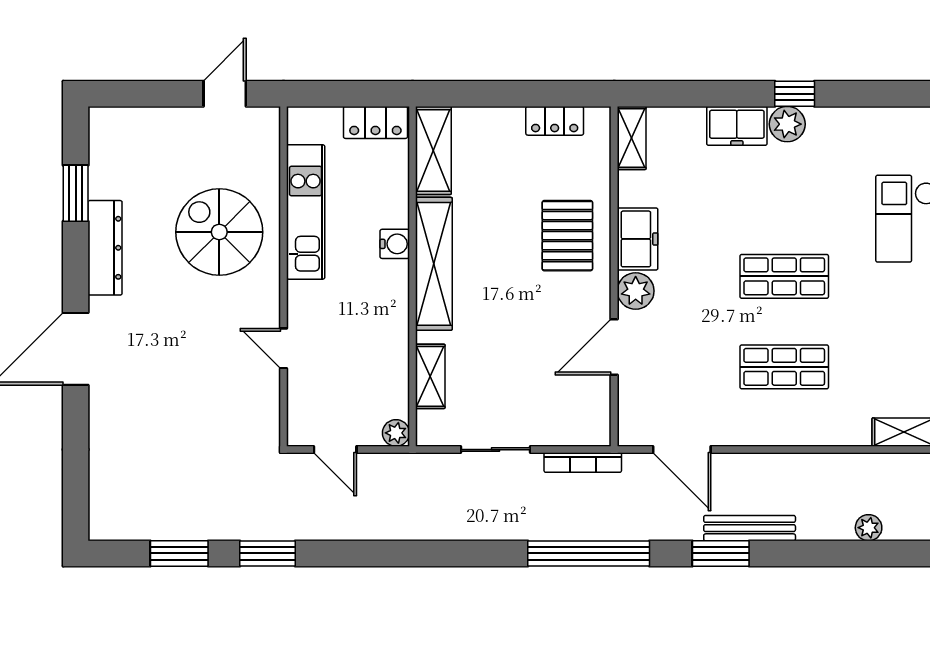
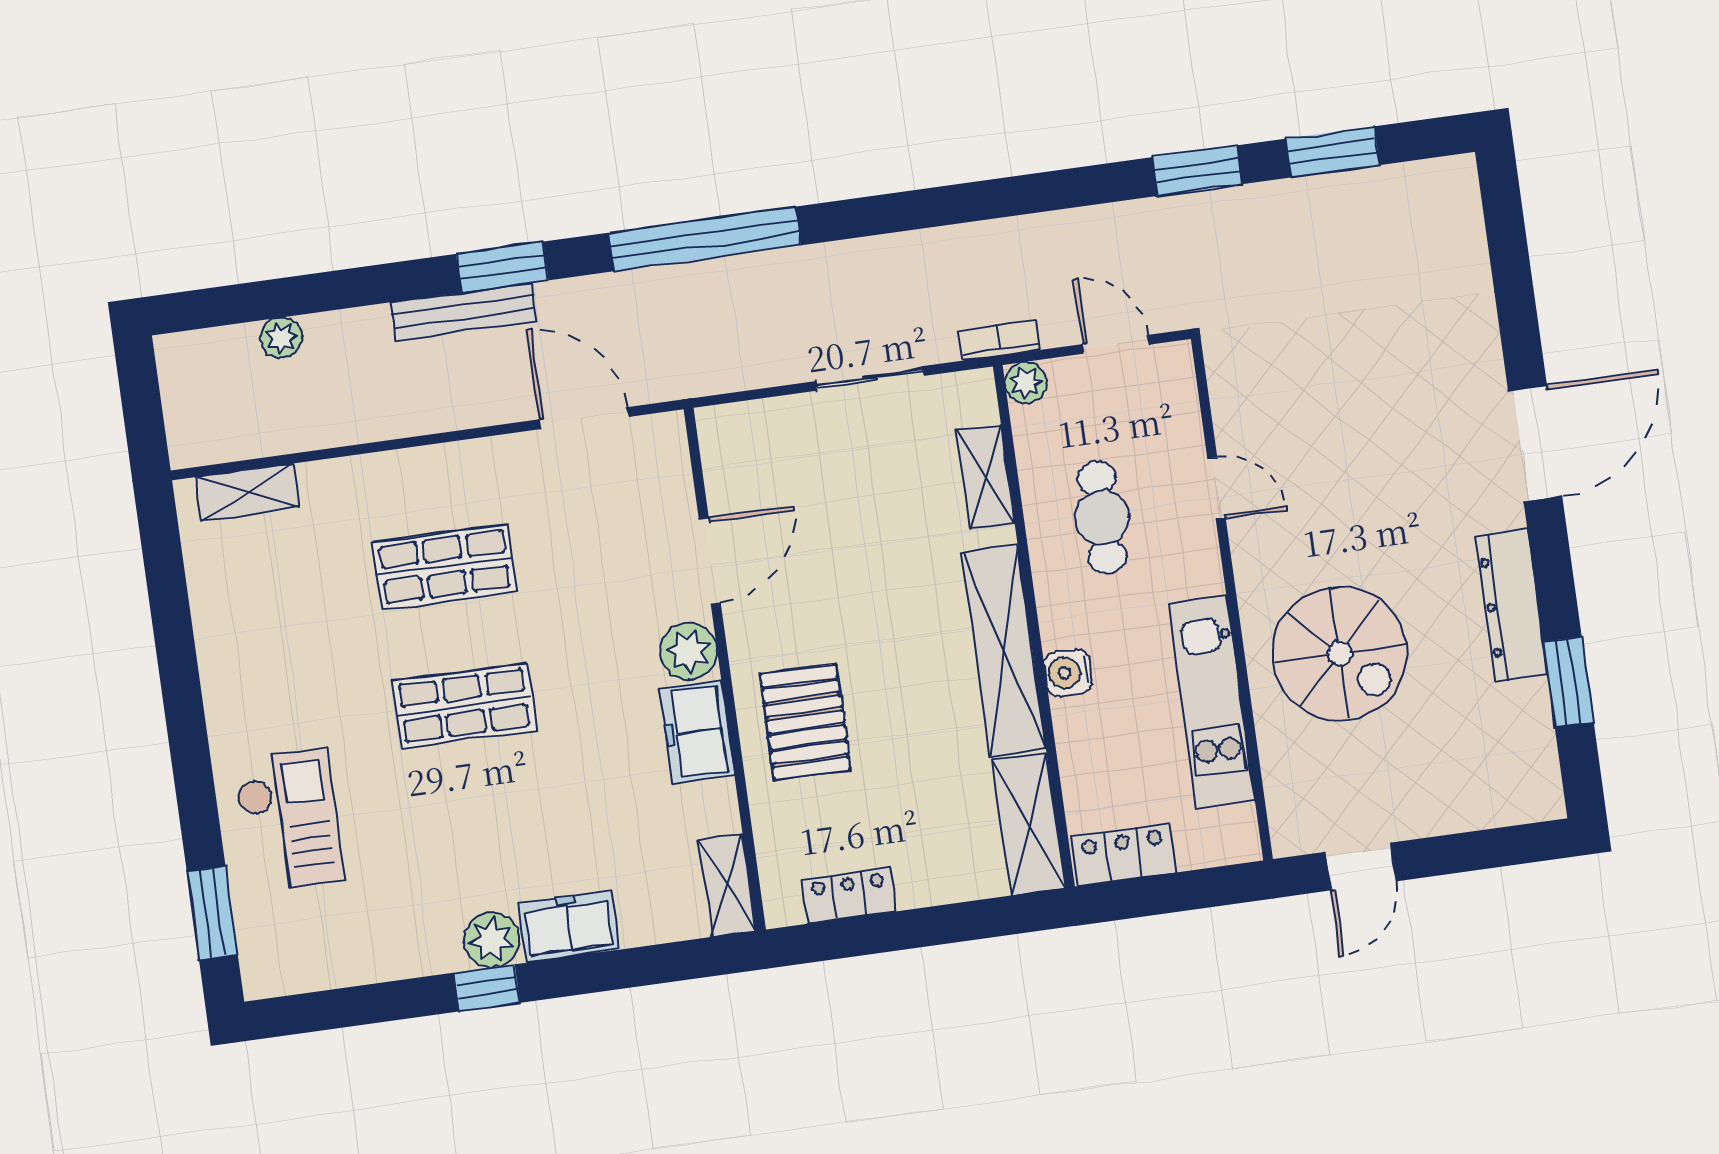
cafe table: (359, 340) -> (1102, 518), added
bookcase: (583, 463) -> (999, 340), moved, width x0.64

